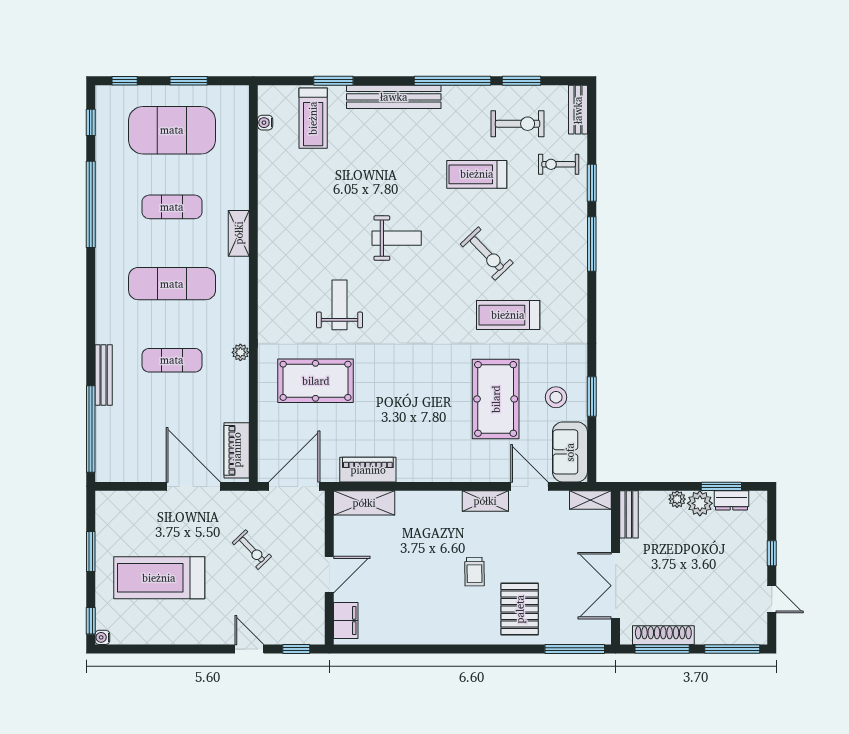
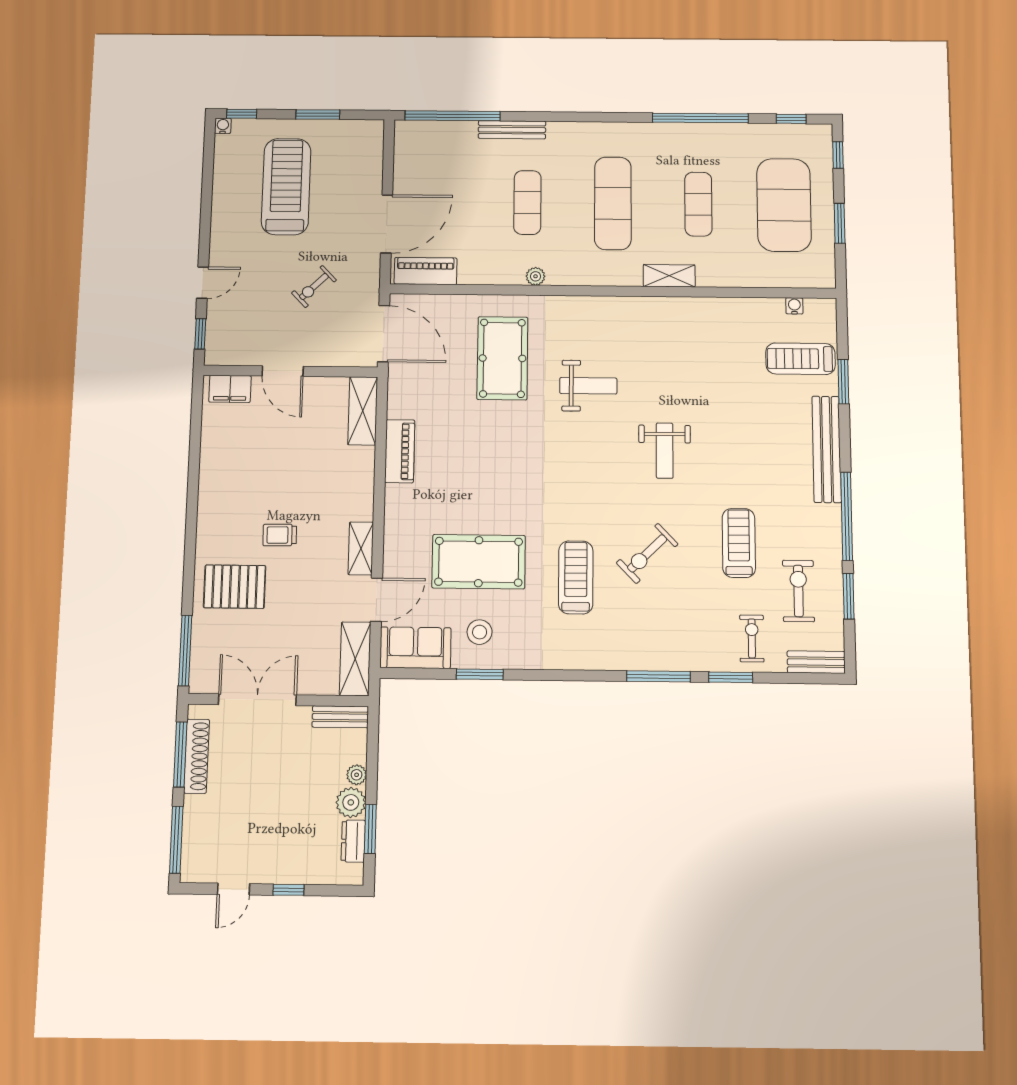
exercise bike: (518, 124) -> (798, 591), turned 180
piano: (368, 470) -> (400, 451), moved
shelving: (590, 500) -> (355, 659), width x1.50, depth x1.33

